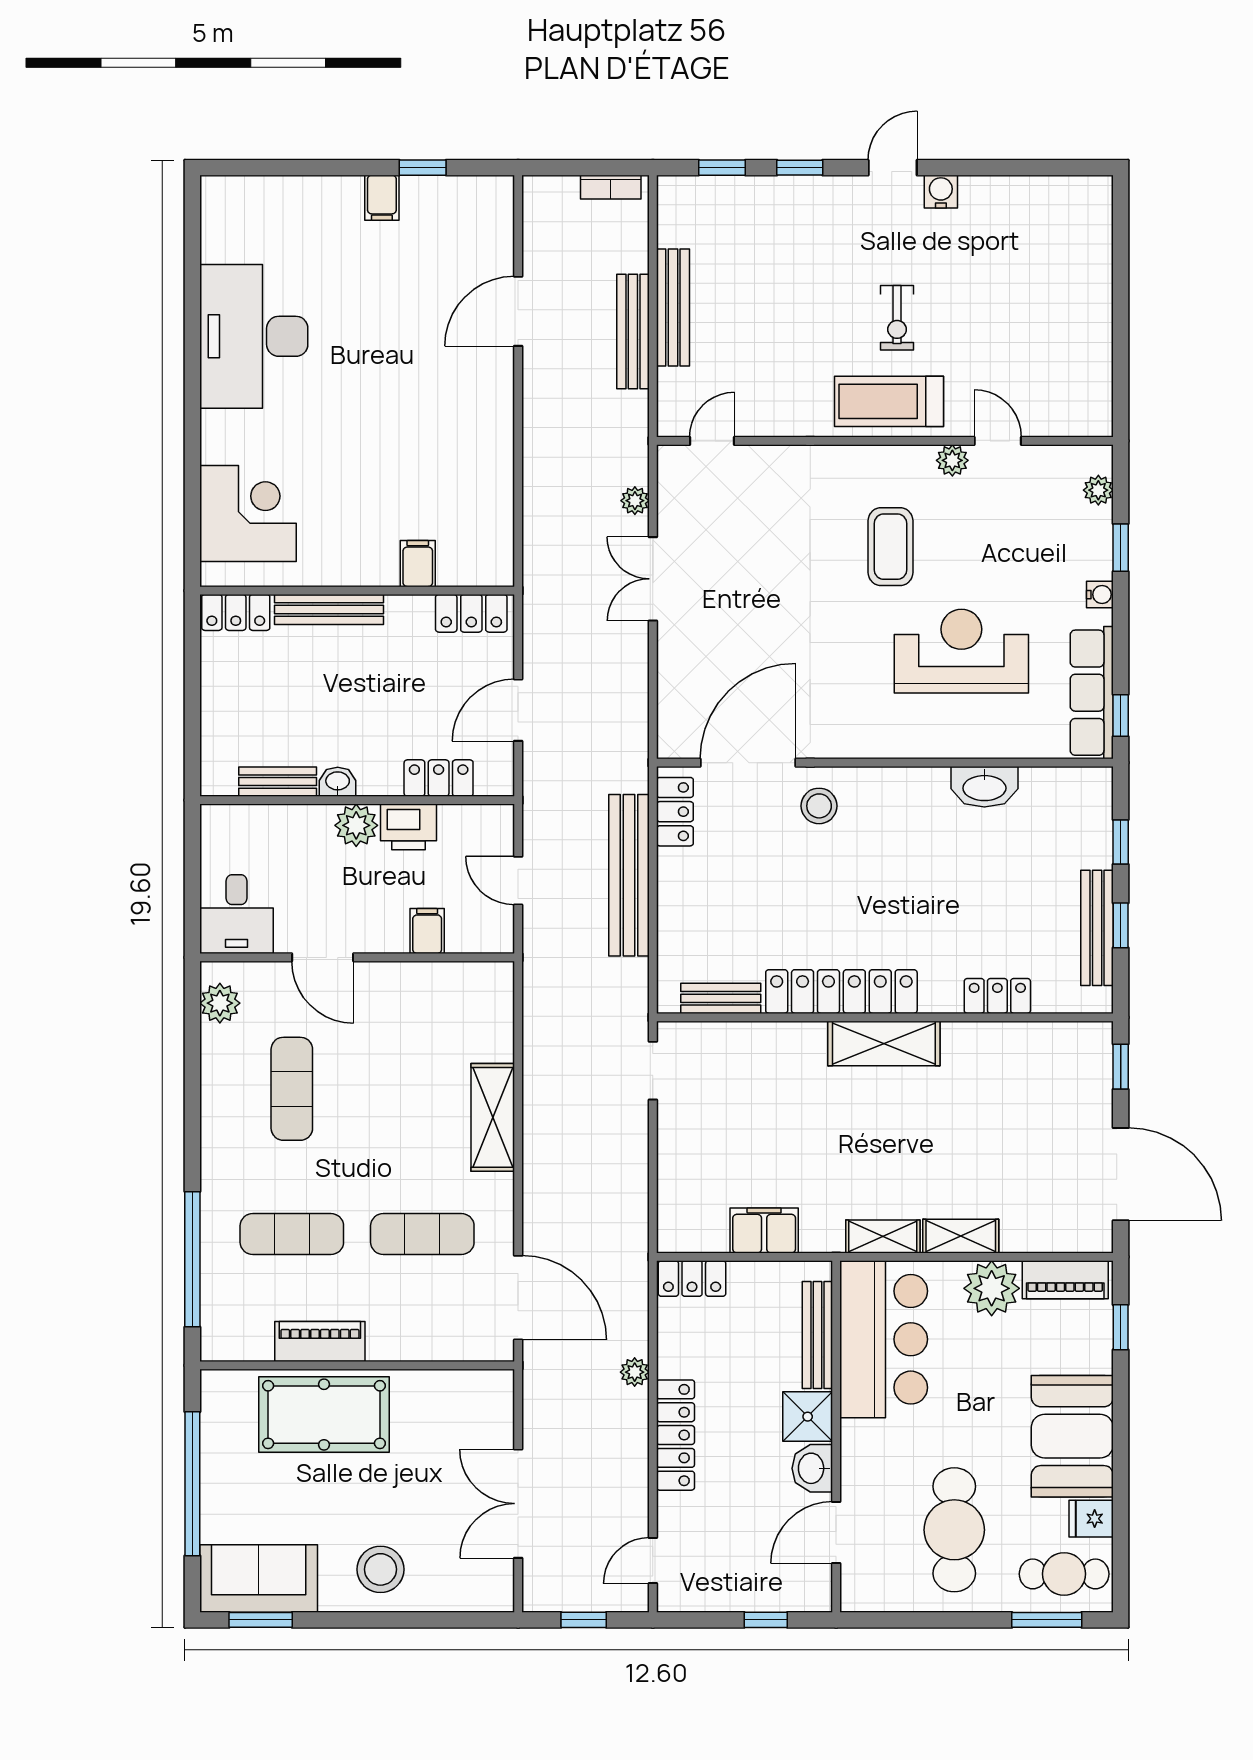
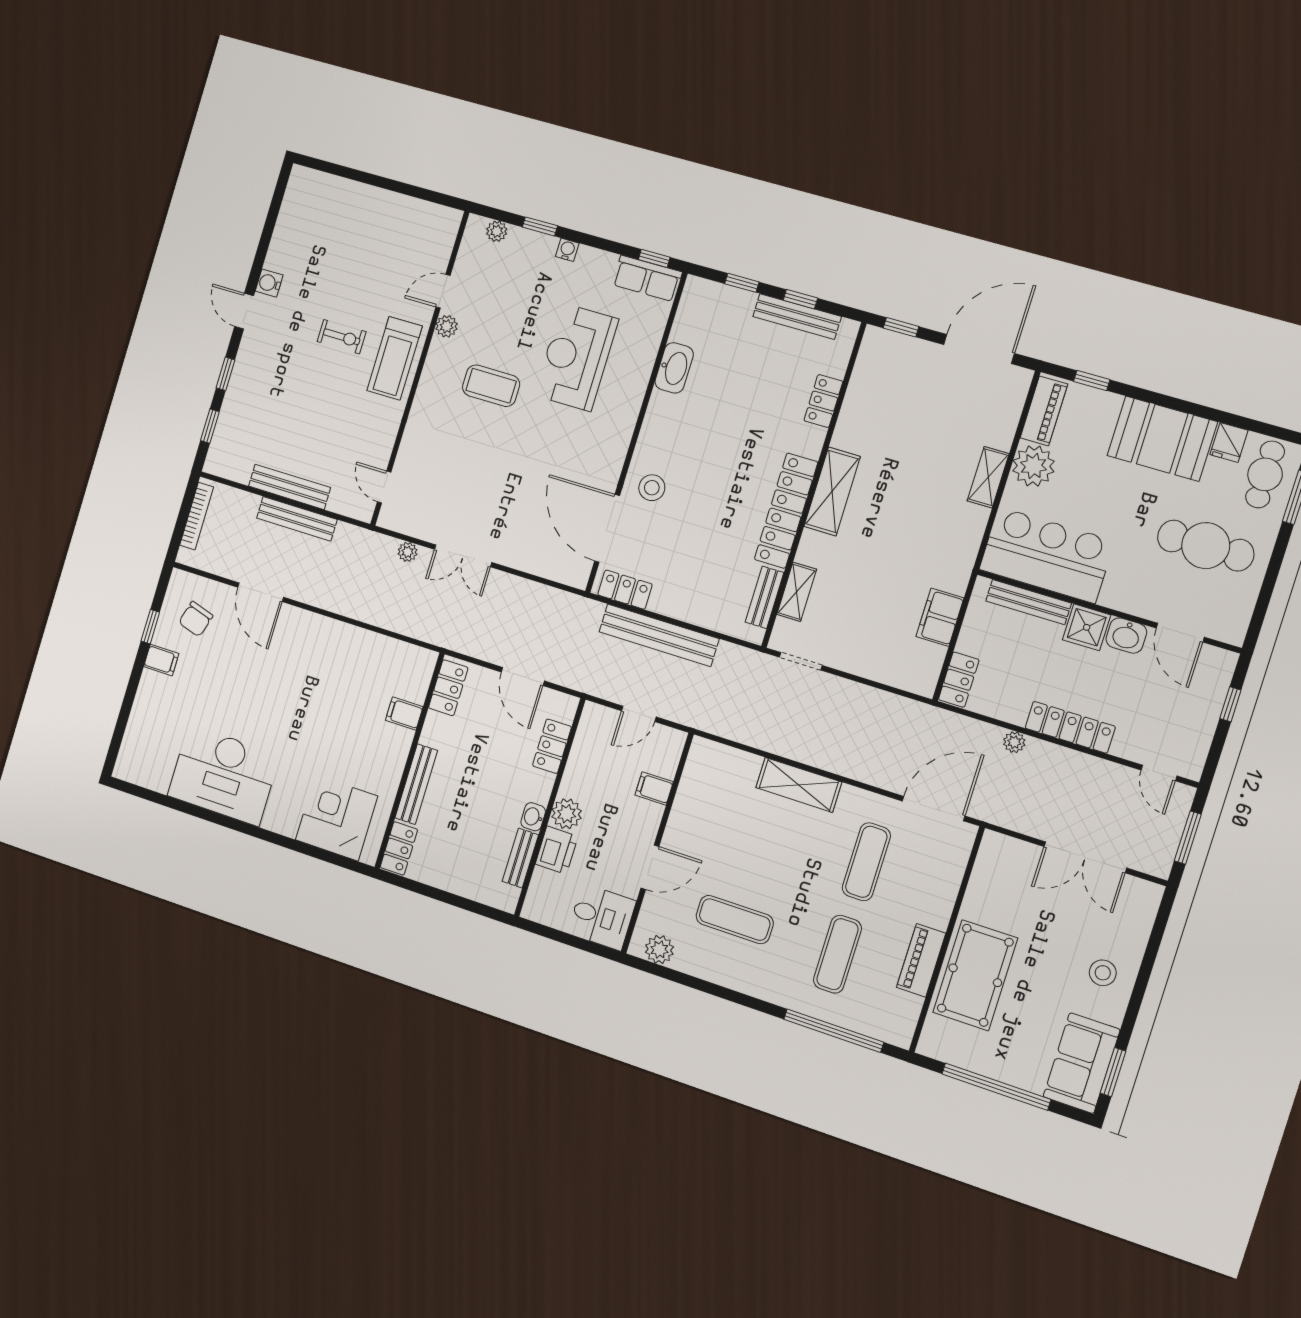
bookcase: (611, 187) -> (197, 516), width x1.56
chair: (453, 230) -> (196, 619), added
row of seats: (1092, 693) -> (647, 278), width x0.68
printer: (409, 827) -> (557, 850), moved
shelving: (883, 1236) -> (797, 592), moved
stool: (380, 1569) -> (1103, 973), width x0.73, depth x0.73
window: (584, 1620) -> (1188, 838), width x1.50

